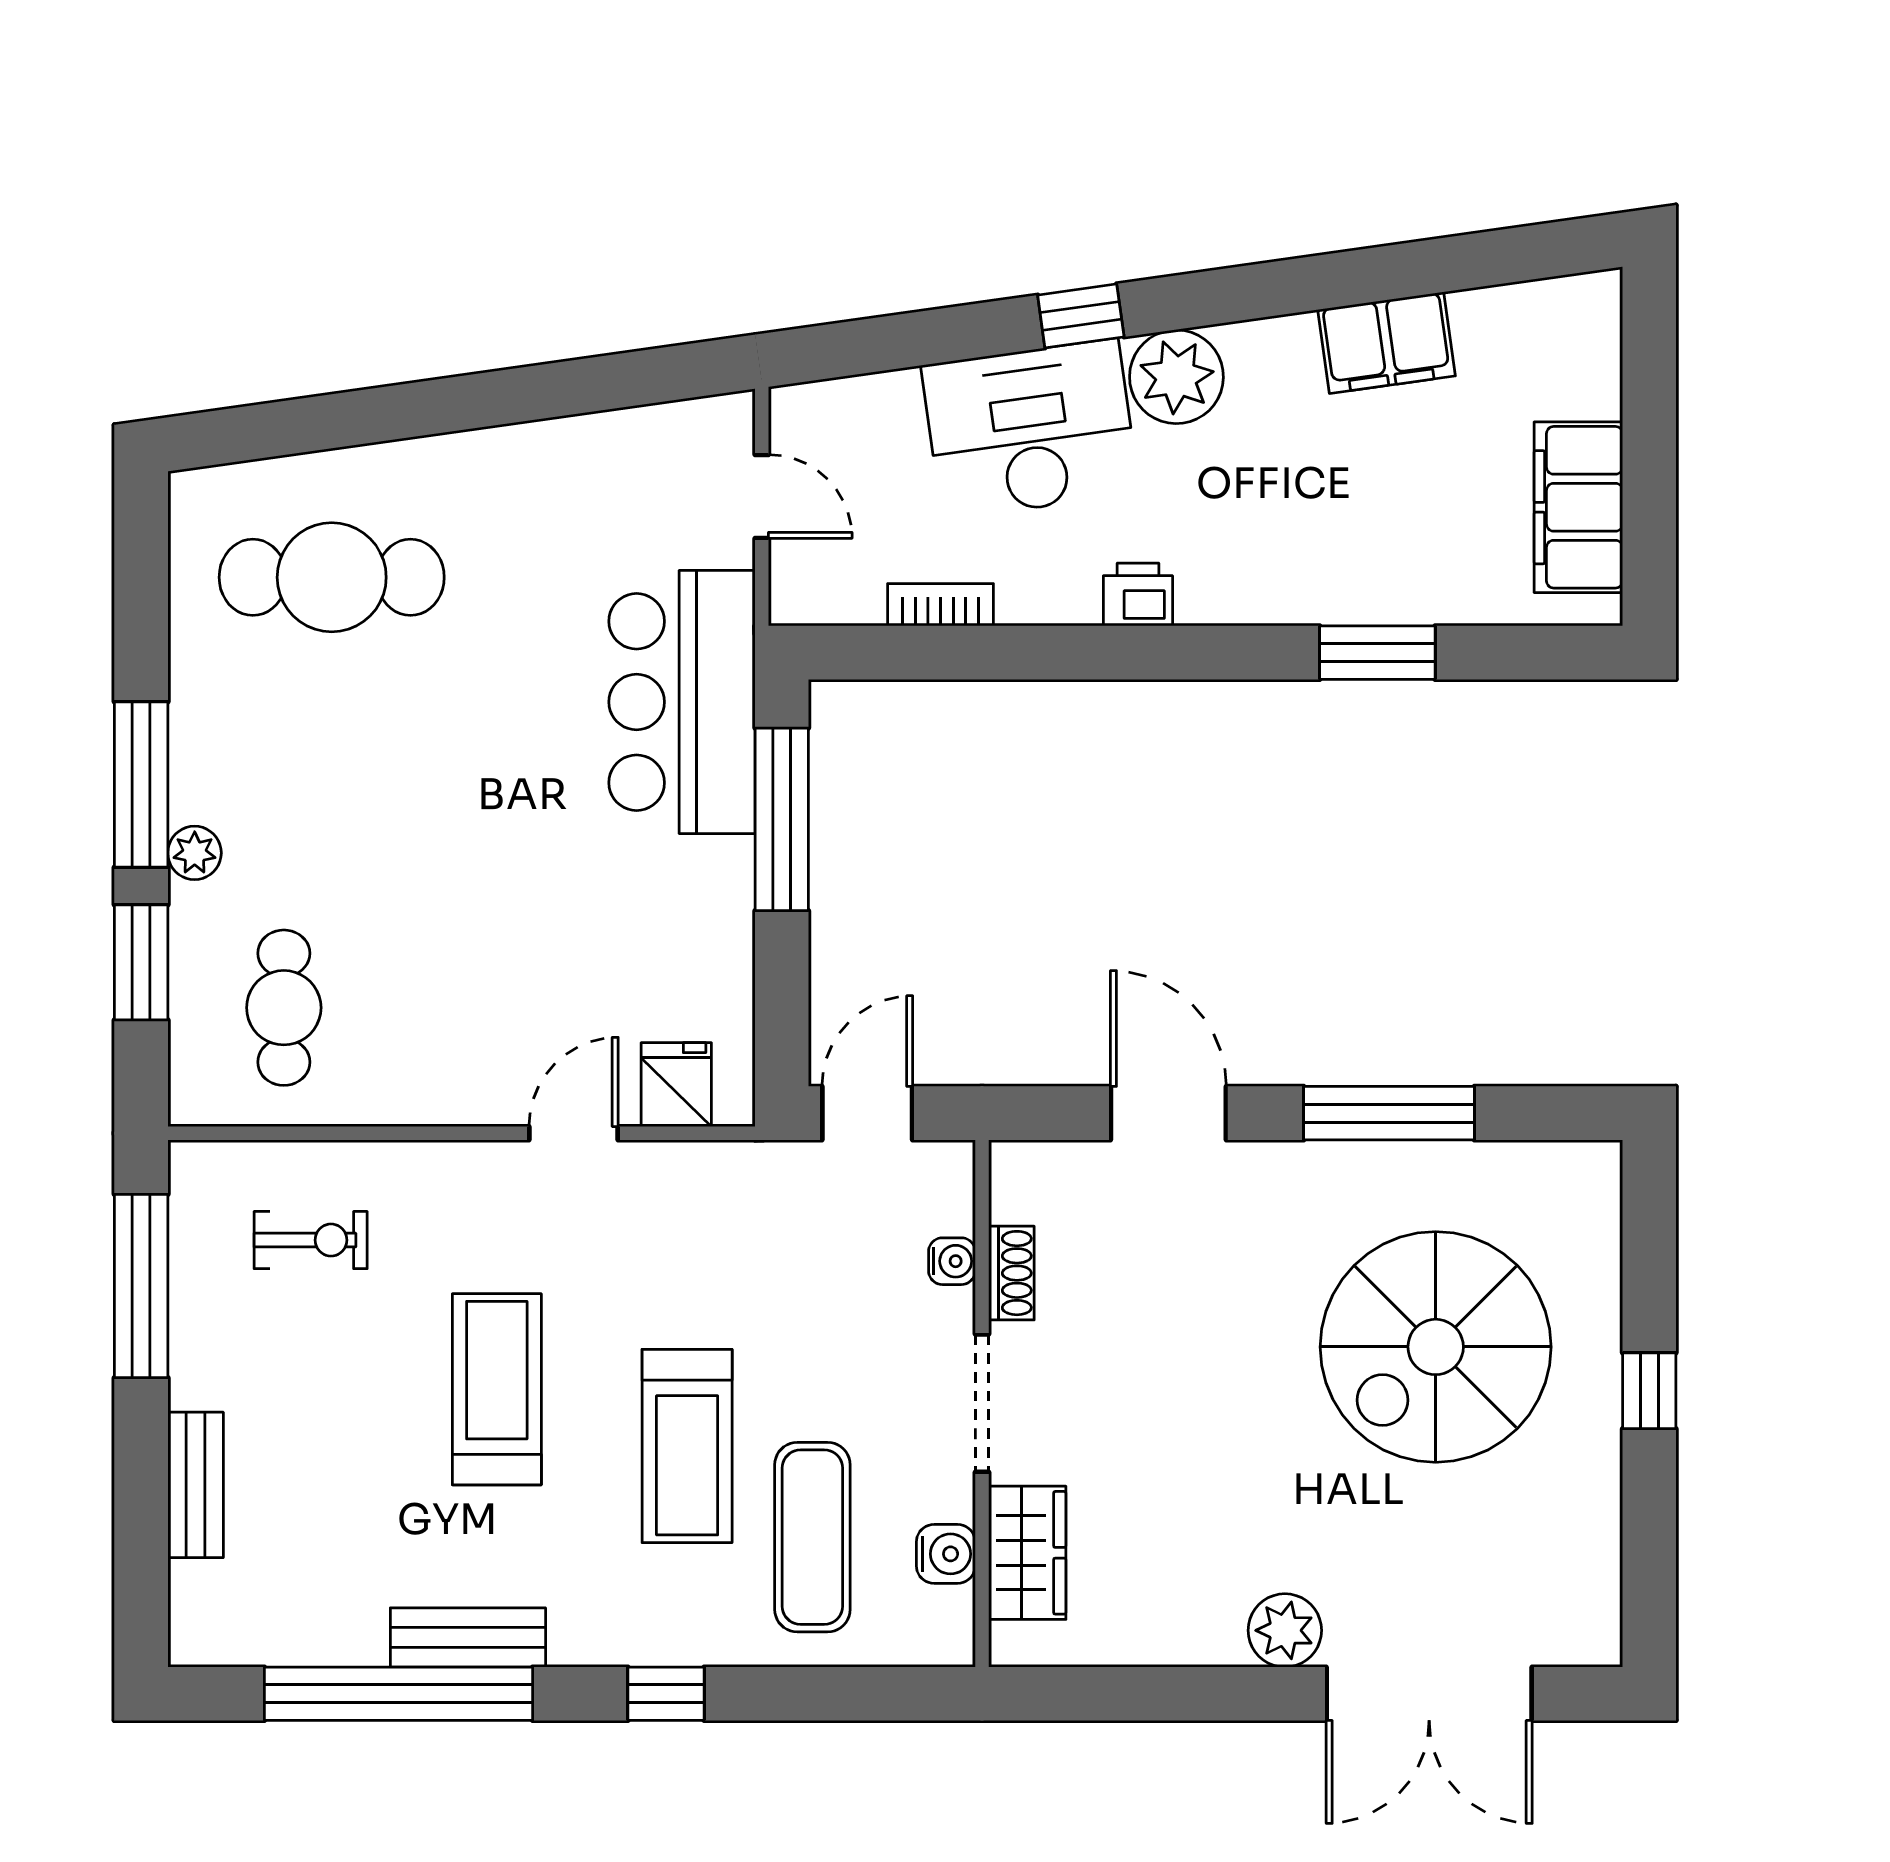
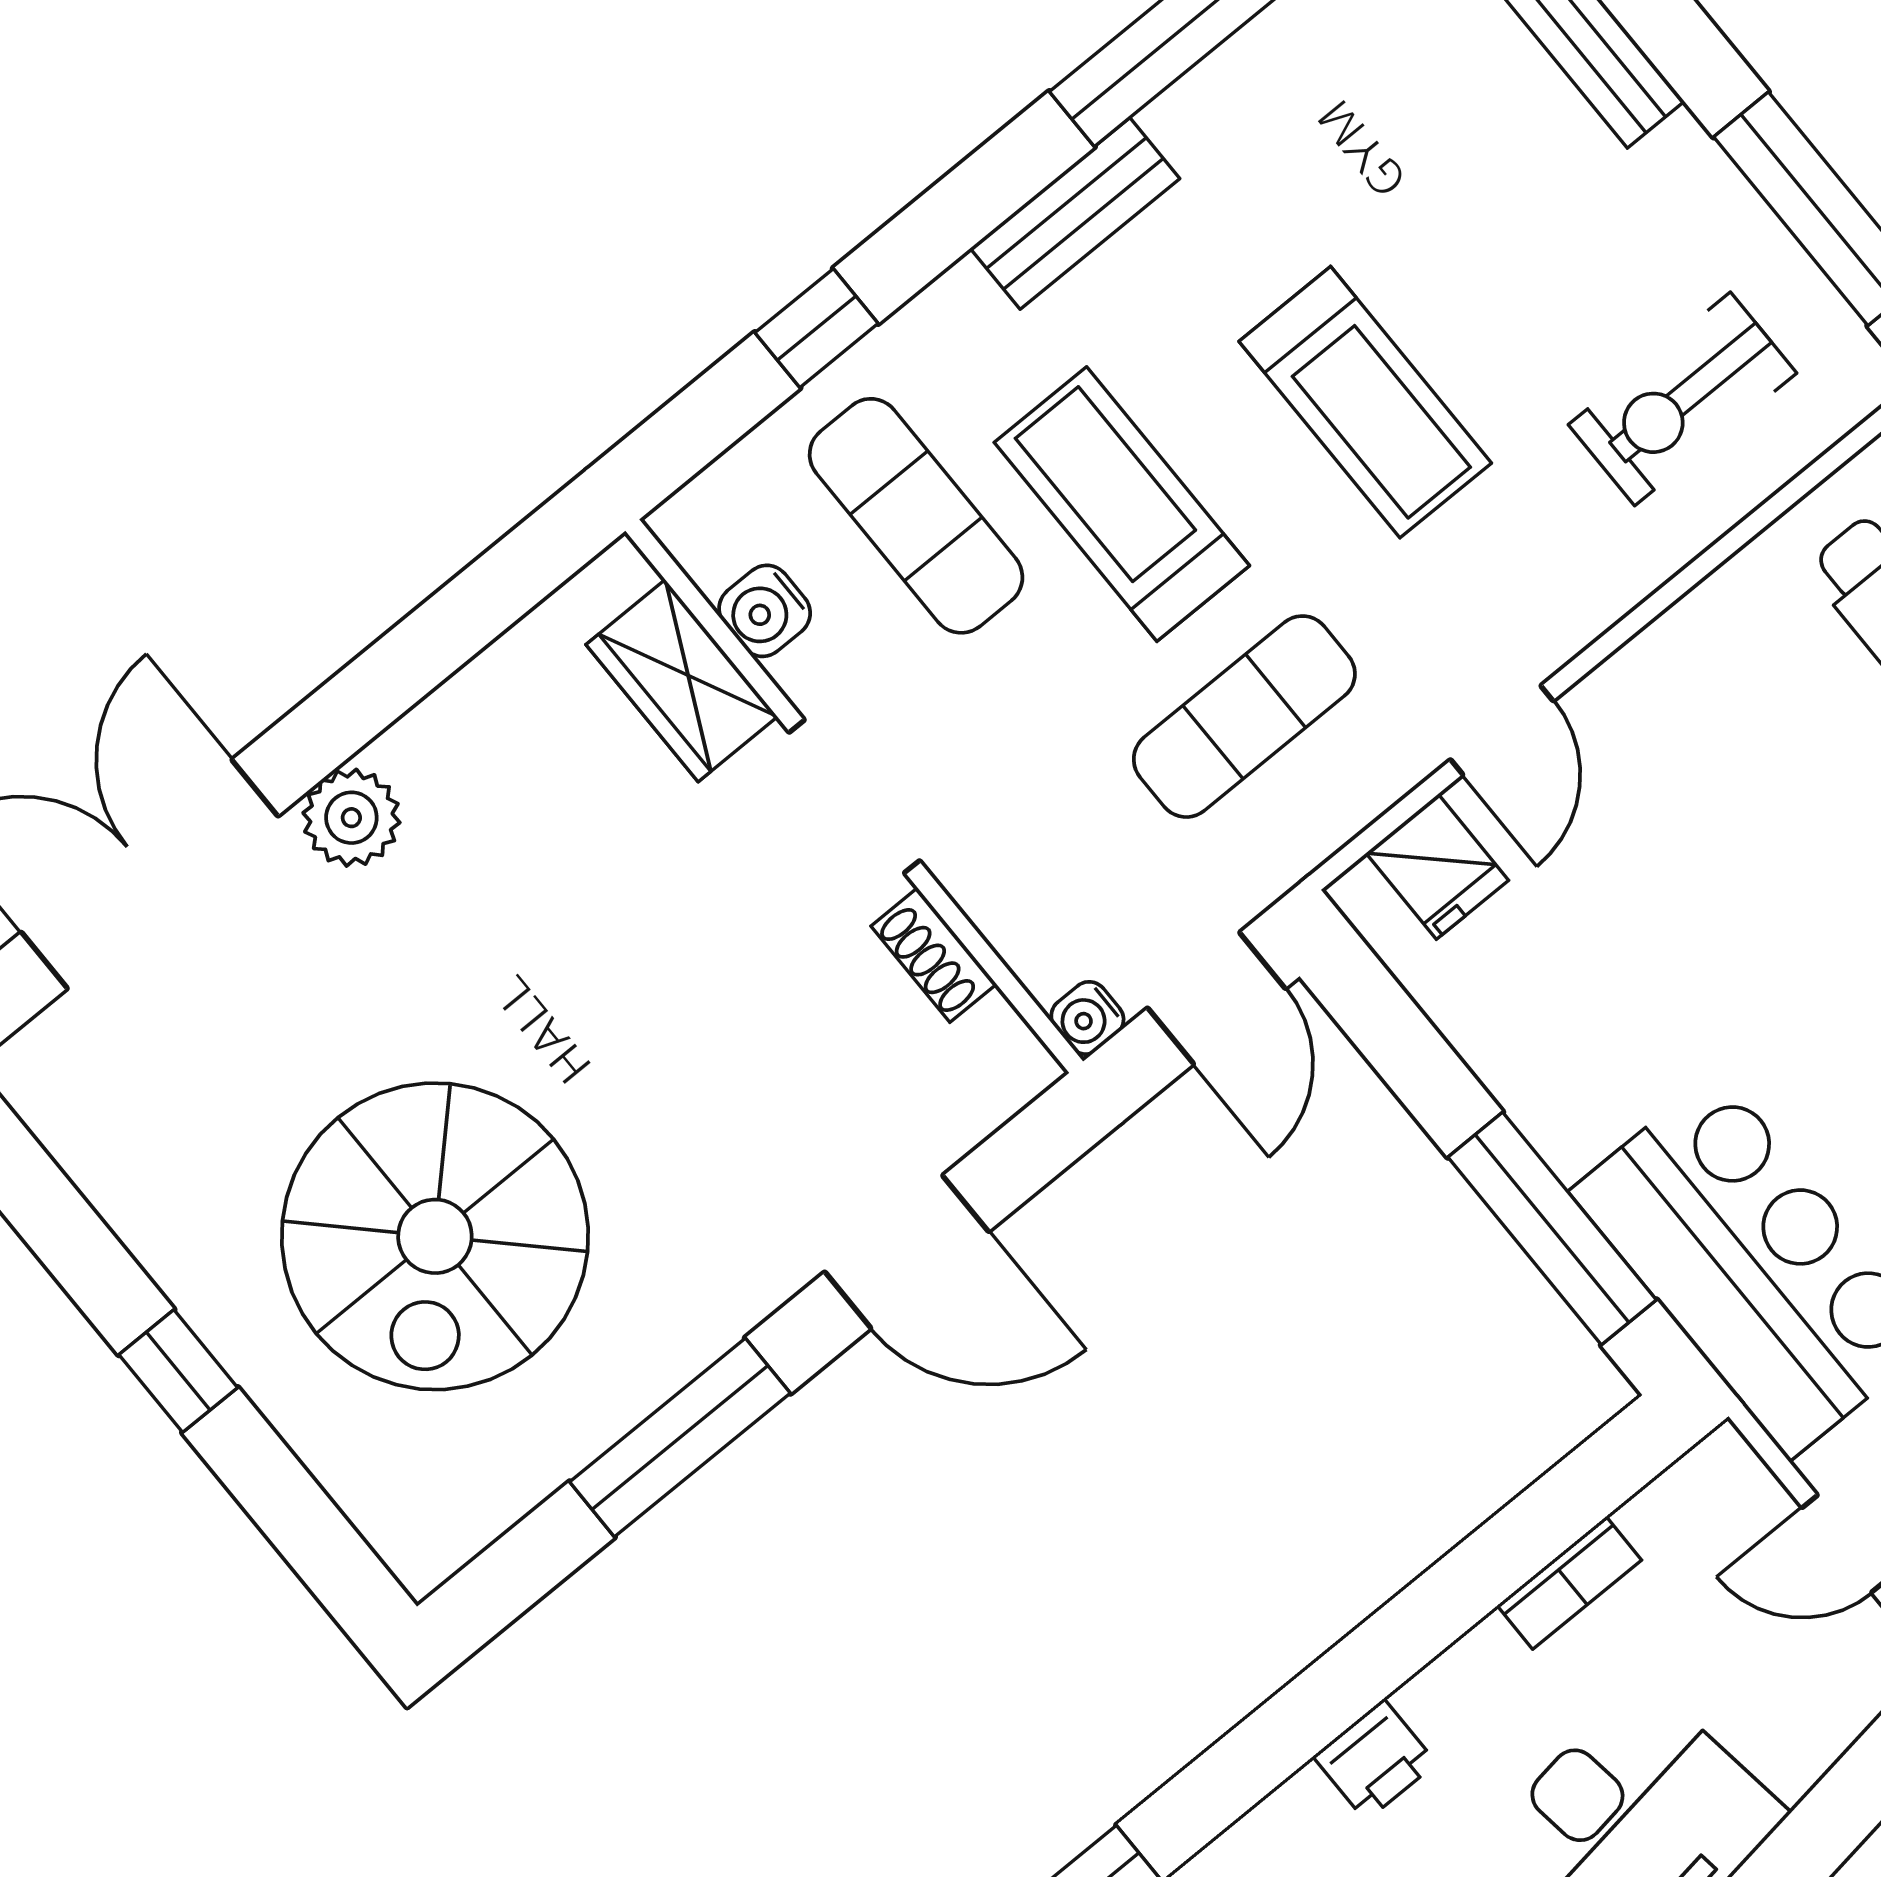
exercise bike: (311, 1240) -> (1683, 399), width x1.38, depth x1.39
water cooler: (952, 1261) -> (1087, 1018), moved
exercise mat: (717, 1264) -> (1244, 717), added
spiral stairs: (1436, 1347) -> (435, 1236), turned 180
bench: (468, 1637) -> (1075, 213), moved
window: (666, 1694) -> (817, 328), moved

